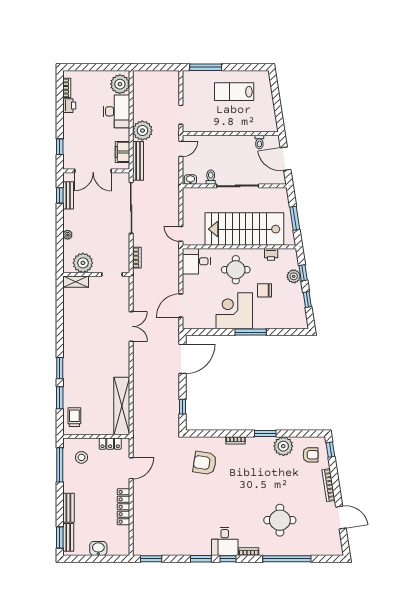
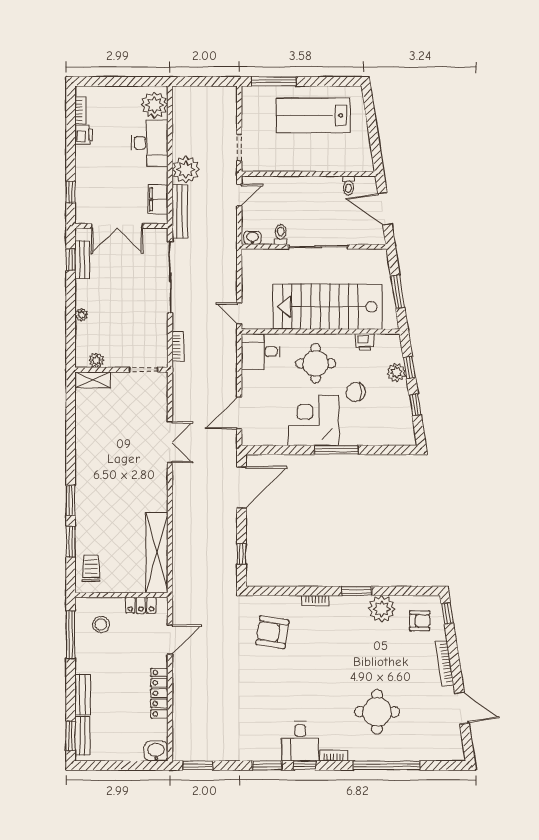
lab bench: (234, 92) -> (313, 115), width x1.36, depth x1.39
plant: (83, 263) -> (96, 360), width x0.53, depth x0.53
washbasin: (98, 548) -> (156, 751), moved

